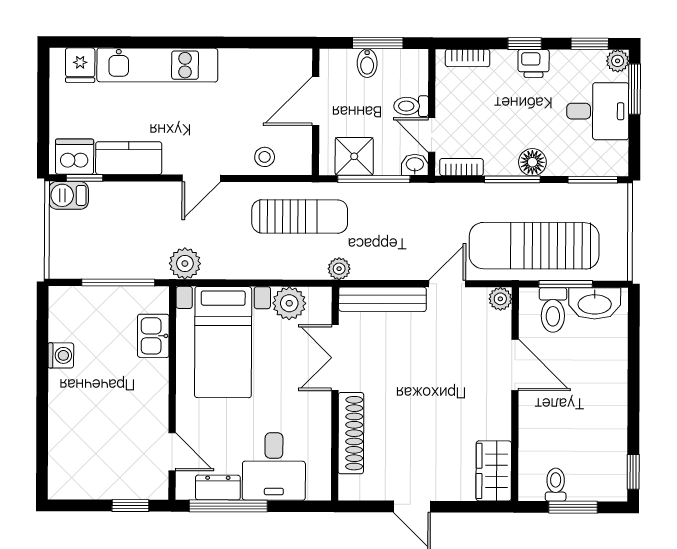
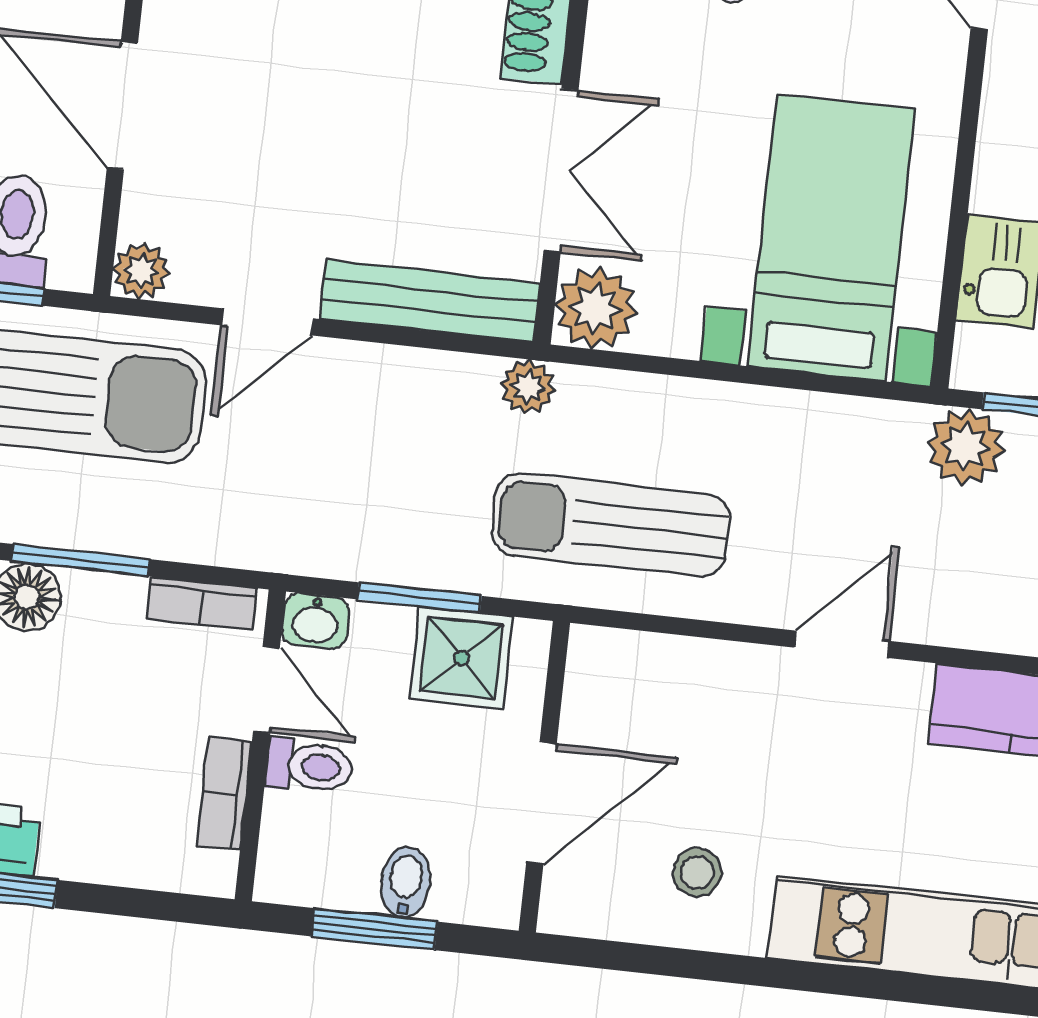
bookcase: (468, 58) -> (224, 794), moved, turned -90
stool: (265, 157) -> (697, 872), moved
window: (374, 179) -> (419, 598), width x0.69
plant: (185, 263) -> (966, 447), moved
plant: (289, 303) -> (596, 308), moved

